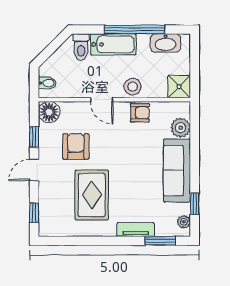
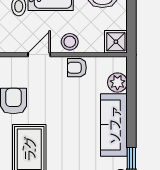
door: (102, 100) -> (39, 55), swing flipped
armchair: (140, 113) -> (77, 68), turned 180

